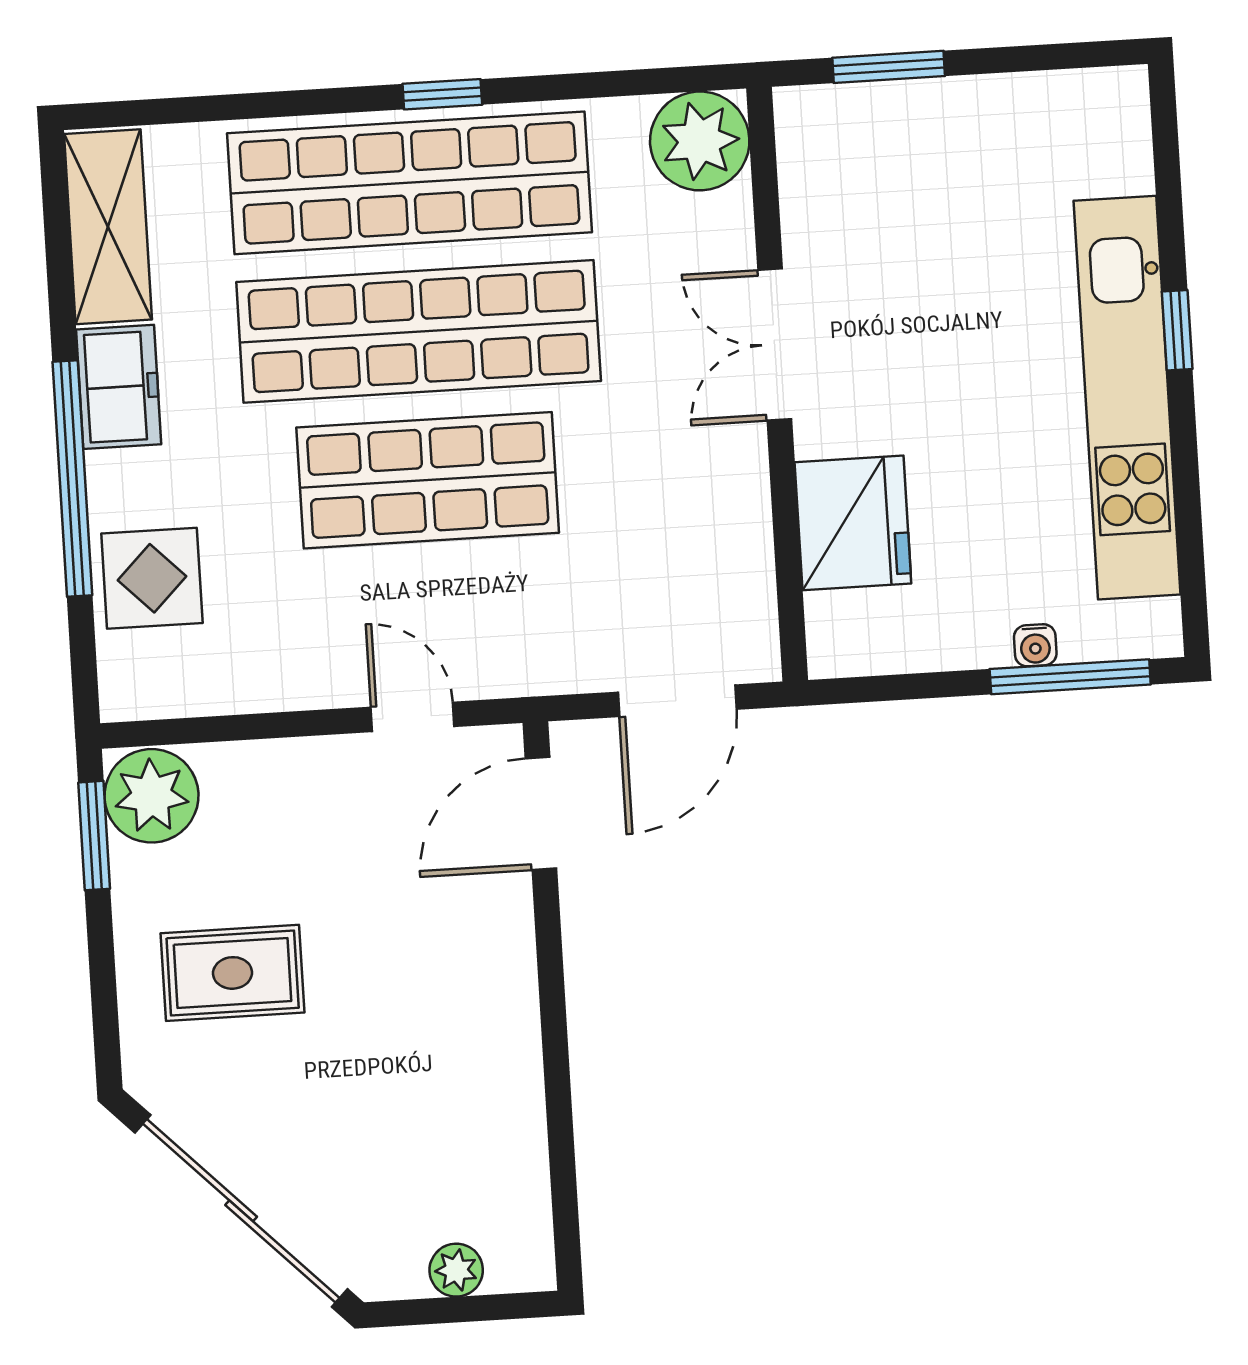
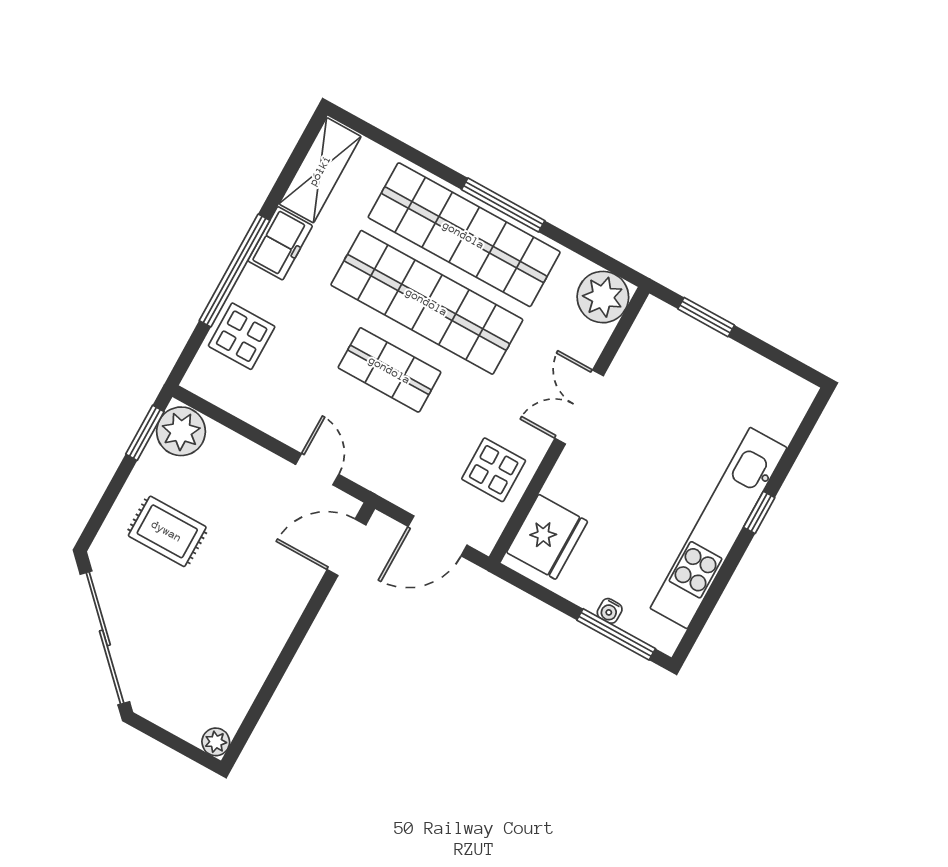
window: (442, 94) -> (503, 205), width x2.17
shop shelf: (428, 480) -> (390, 370), width x0.70, depth x0.74
fridge: (853, 523) -> (547, 537), moved
display table: (700, 535) -> (494, 470), added
plant: (456, 1270) -> (216, 742), moved

